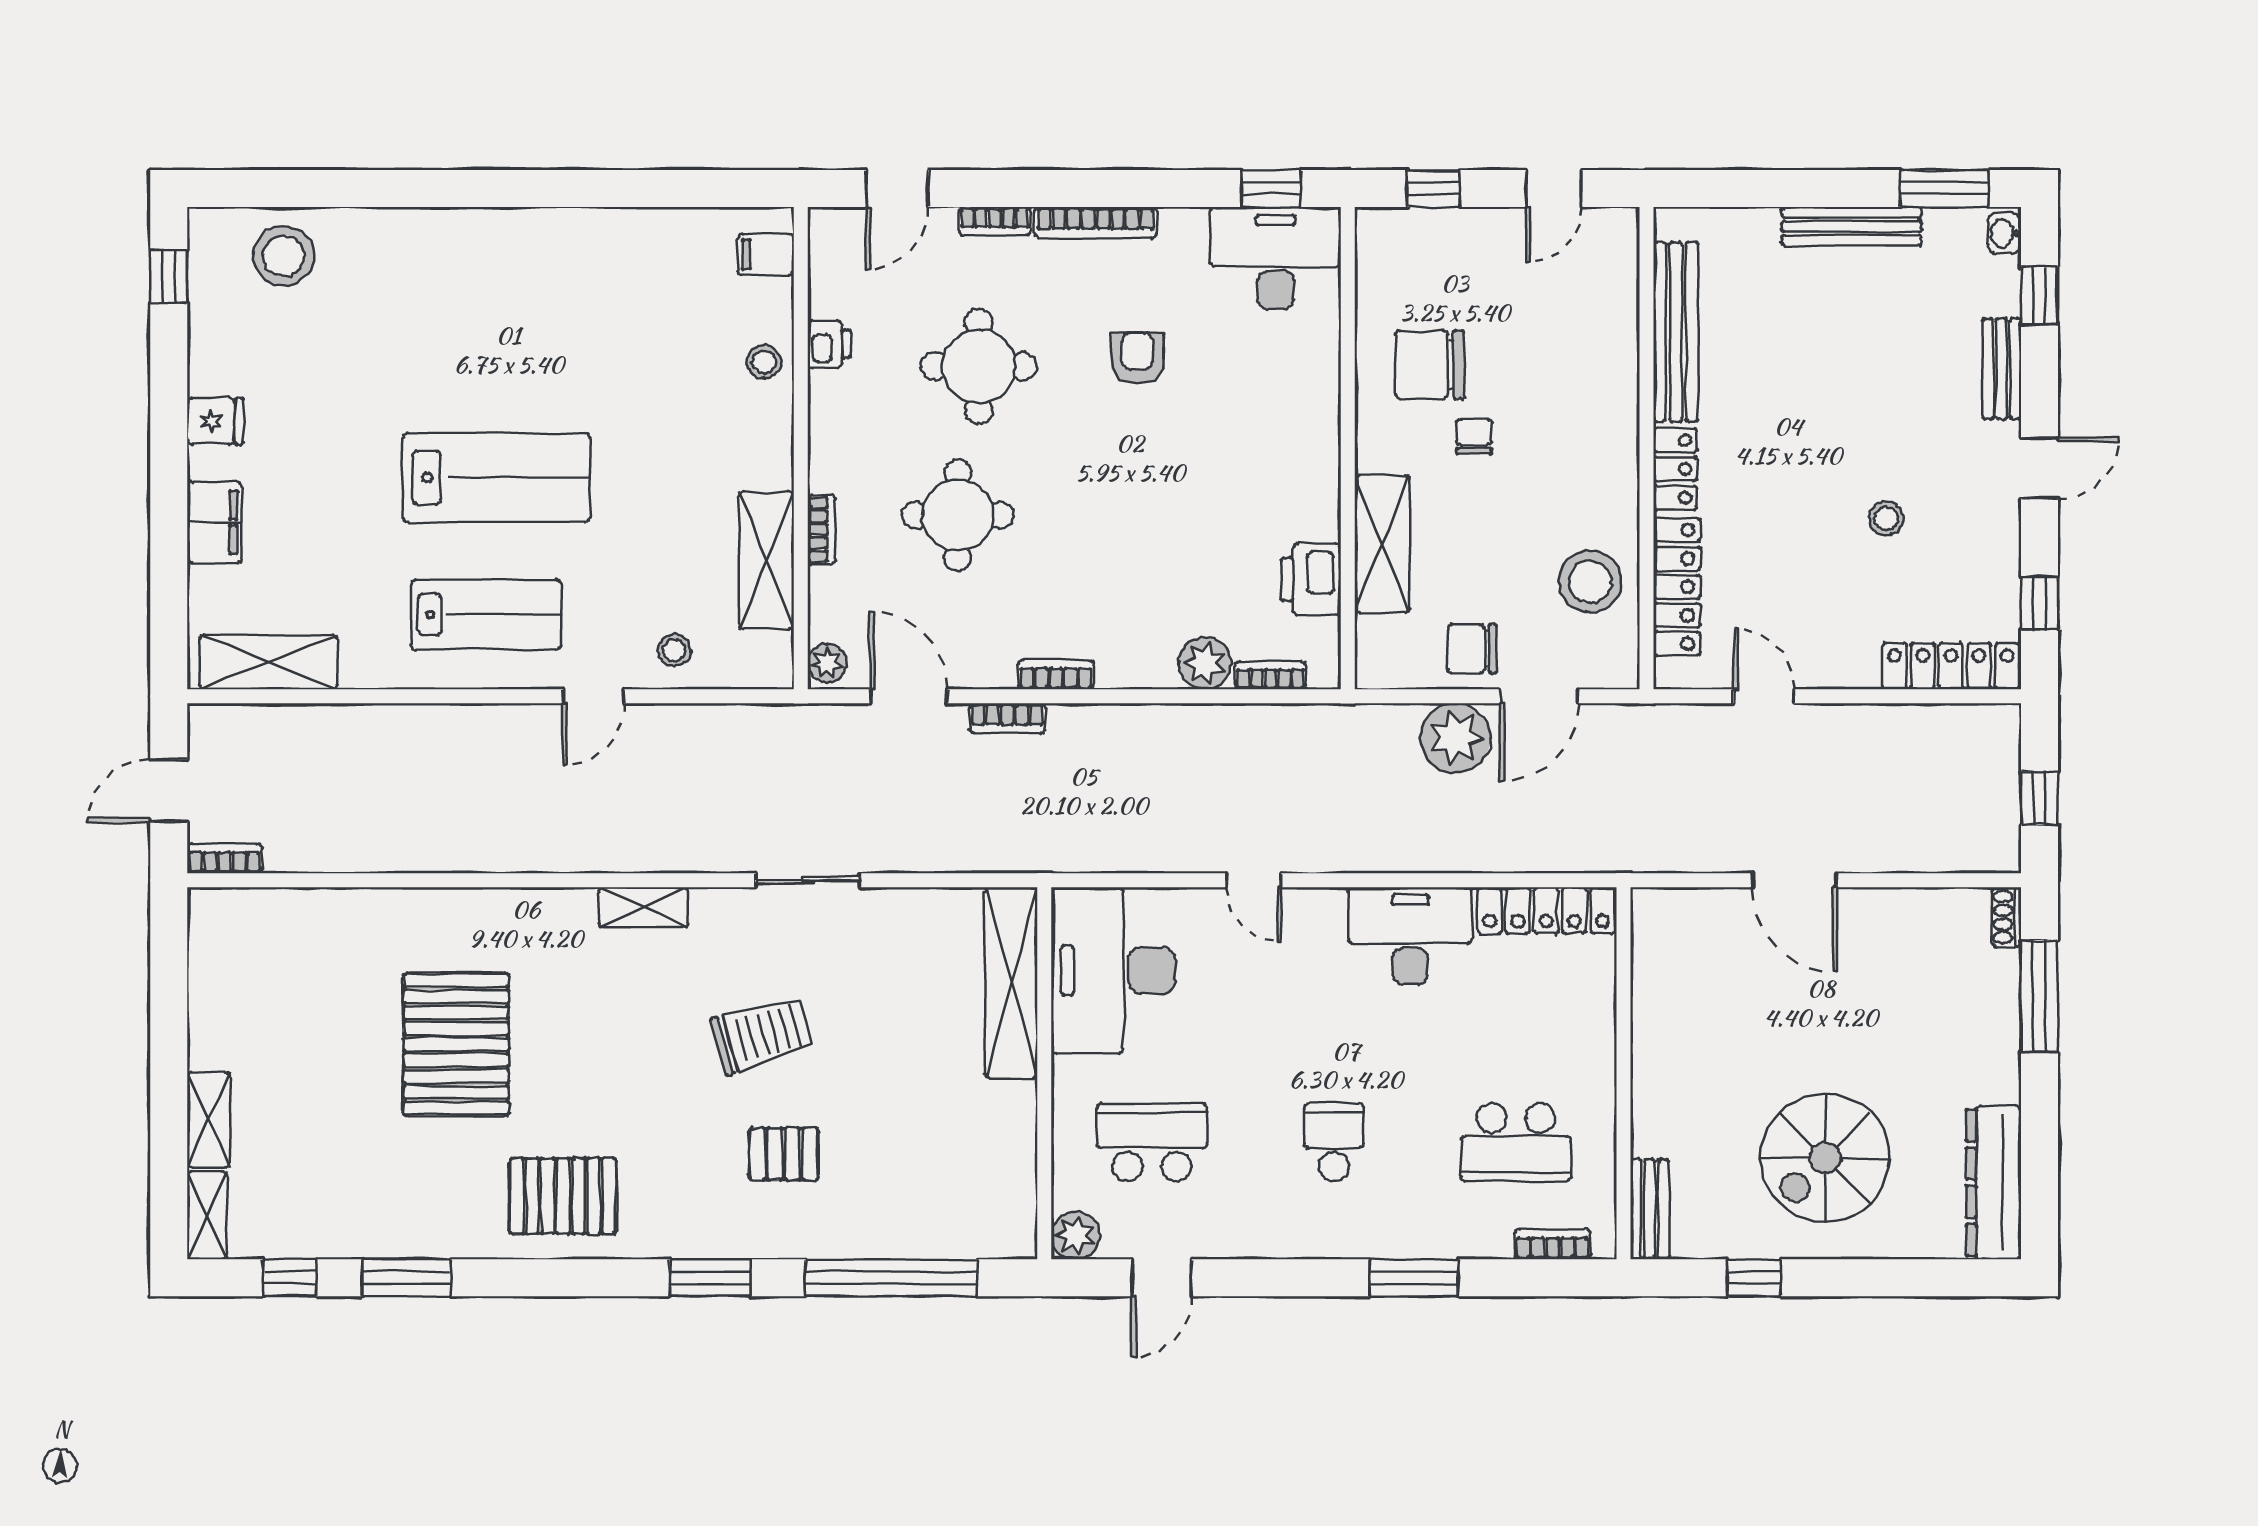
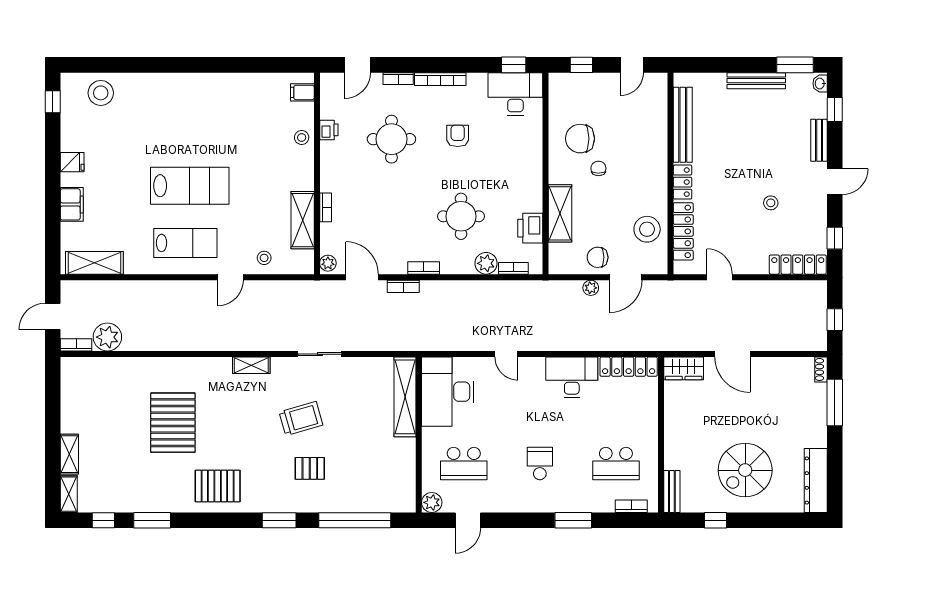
round table: (958, 515) -> (461, 216), moved
plant: (1456, 738) -> (591, 288), width x0.53, depth x0.53
plant: (299, 840) -> (107, 337), added
wardrobe: (1678, 915) -> (684, 368), added
school desk: (1152, 1142) -> (464, 464), turned 180

